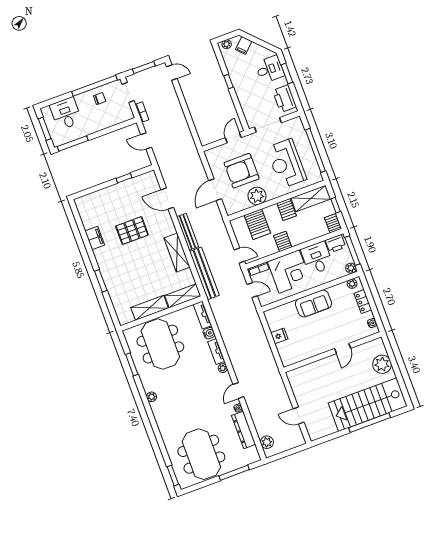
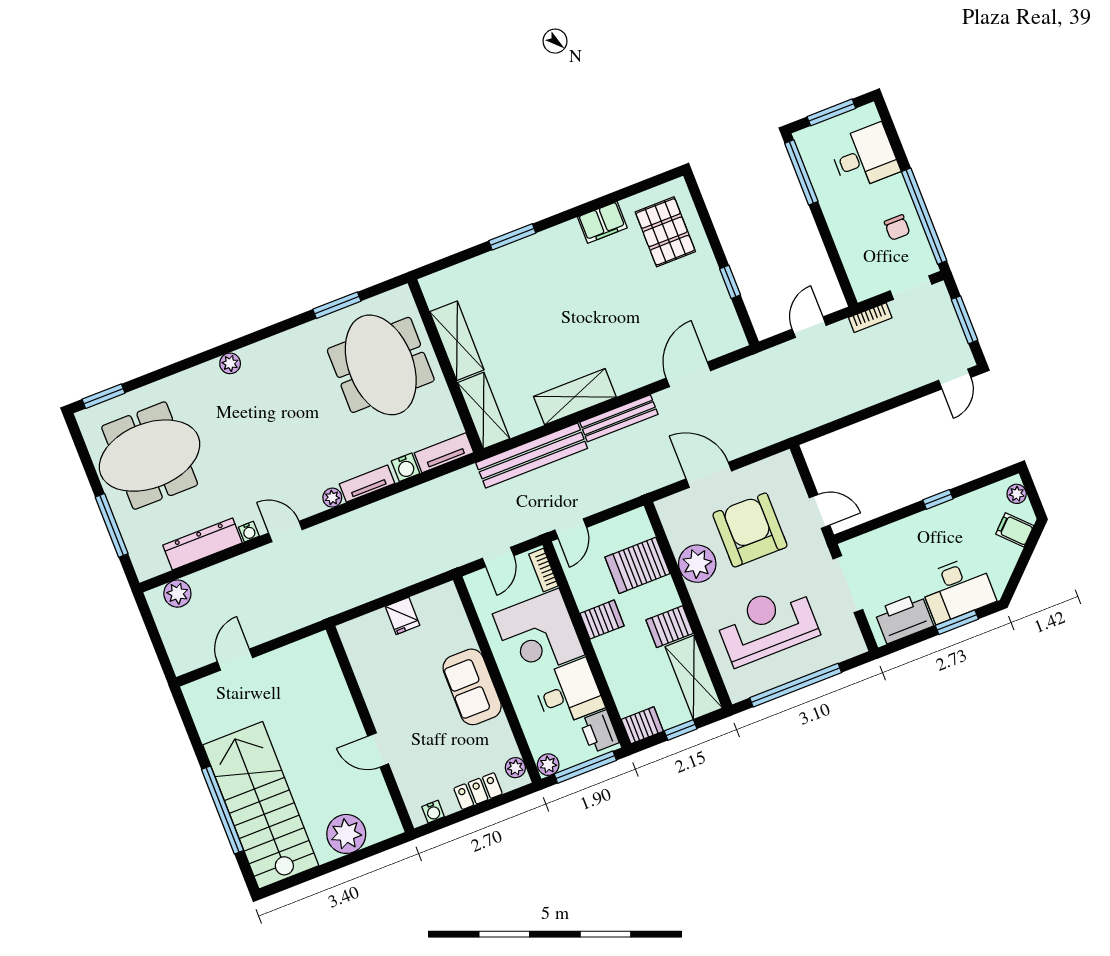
desk: (270, 69) -> (957, 589), width x1.37
pallet: (132, 231) -> (665, 232), moved
meeting table: (160, 344) -> (381, 365), turned 90
plant: (151, 397) -> (230, 363), moved

